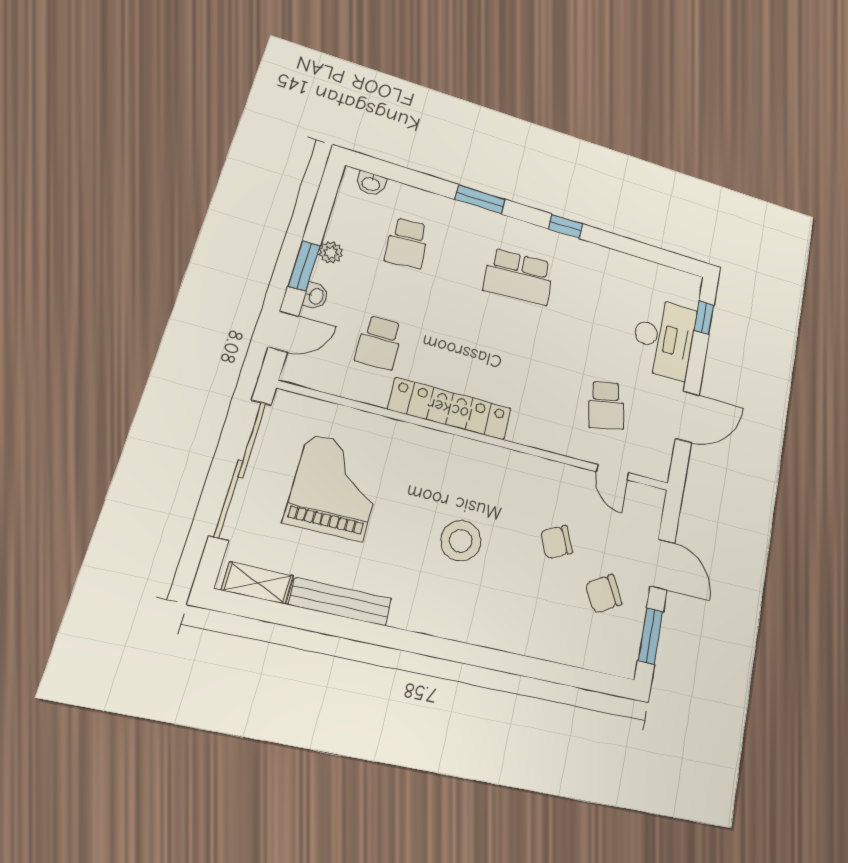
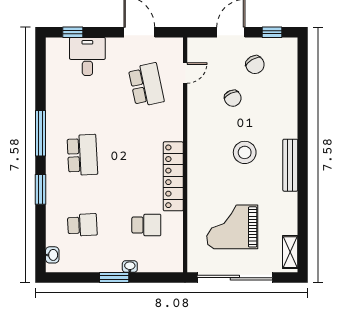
window: (566, 226) -> (41, 133), width x2.17
plant: (331, 252) -> (102, 266), removed
door: (284, 331) -> (155, 278), removed
desk: (664, 338) -> (87, 56), width x0.73
school desk: (606, 405) -> (146, 85), width x1.85
bench: (341, 602) -> (290, 165), moved
window: (650, 636) -> (272, 32), width x0.67

